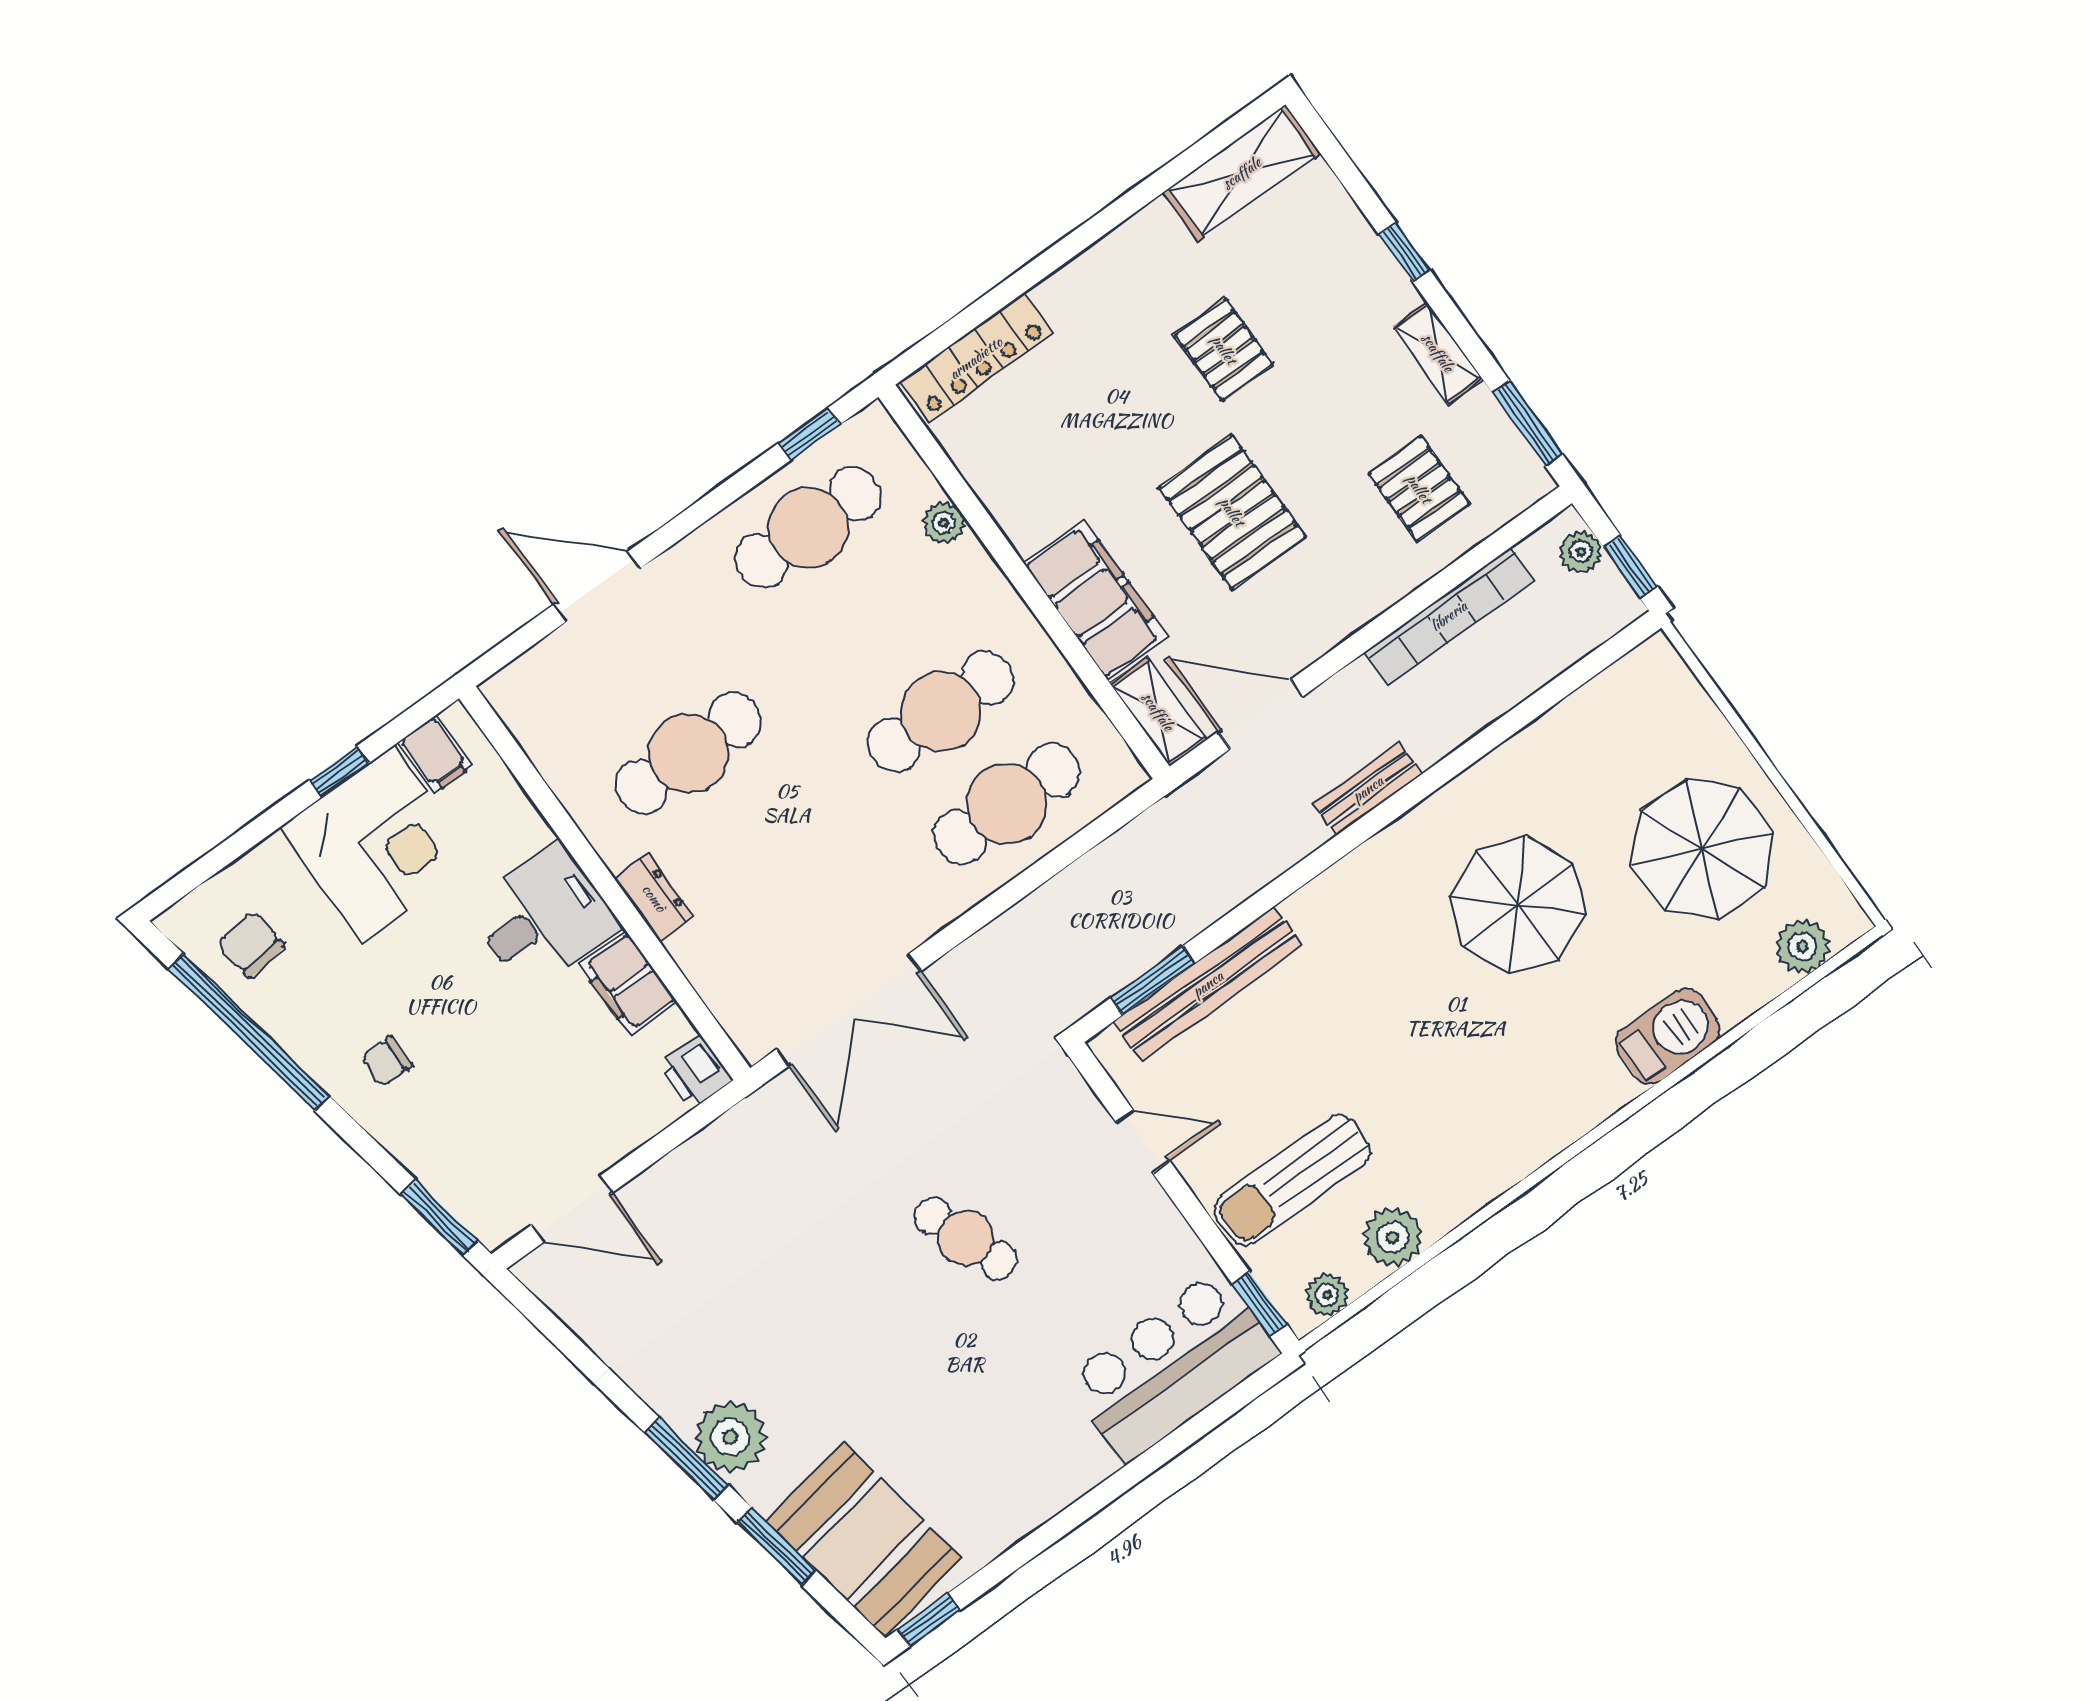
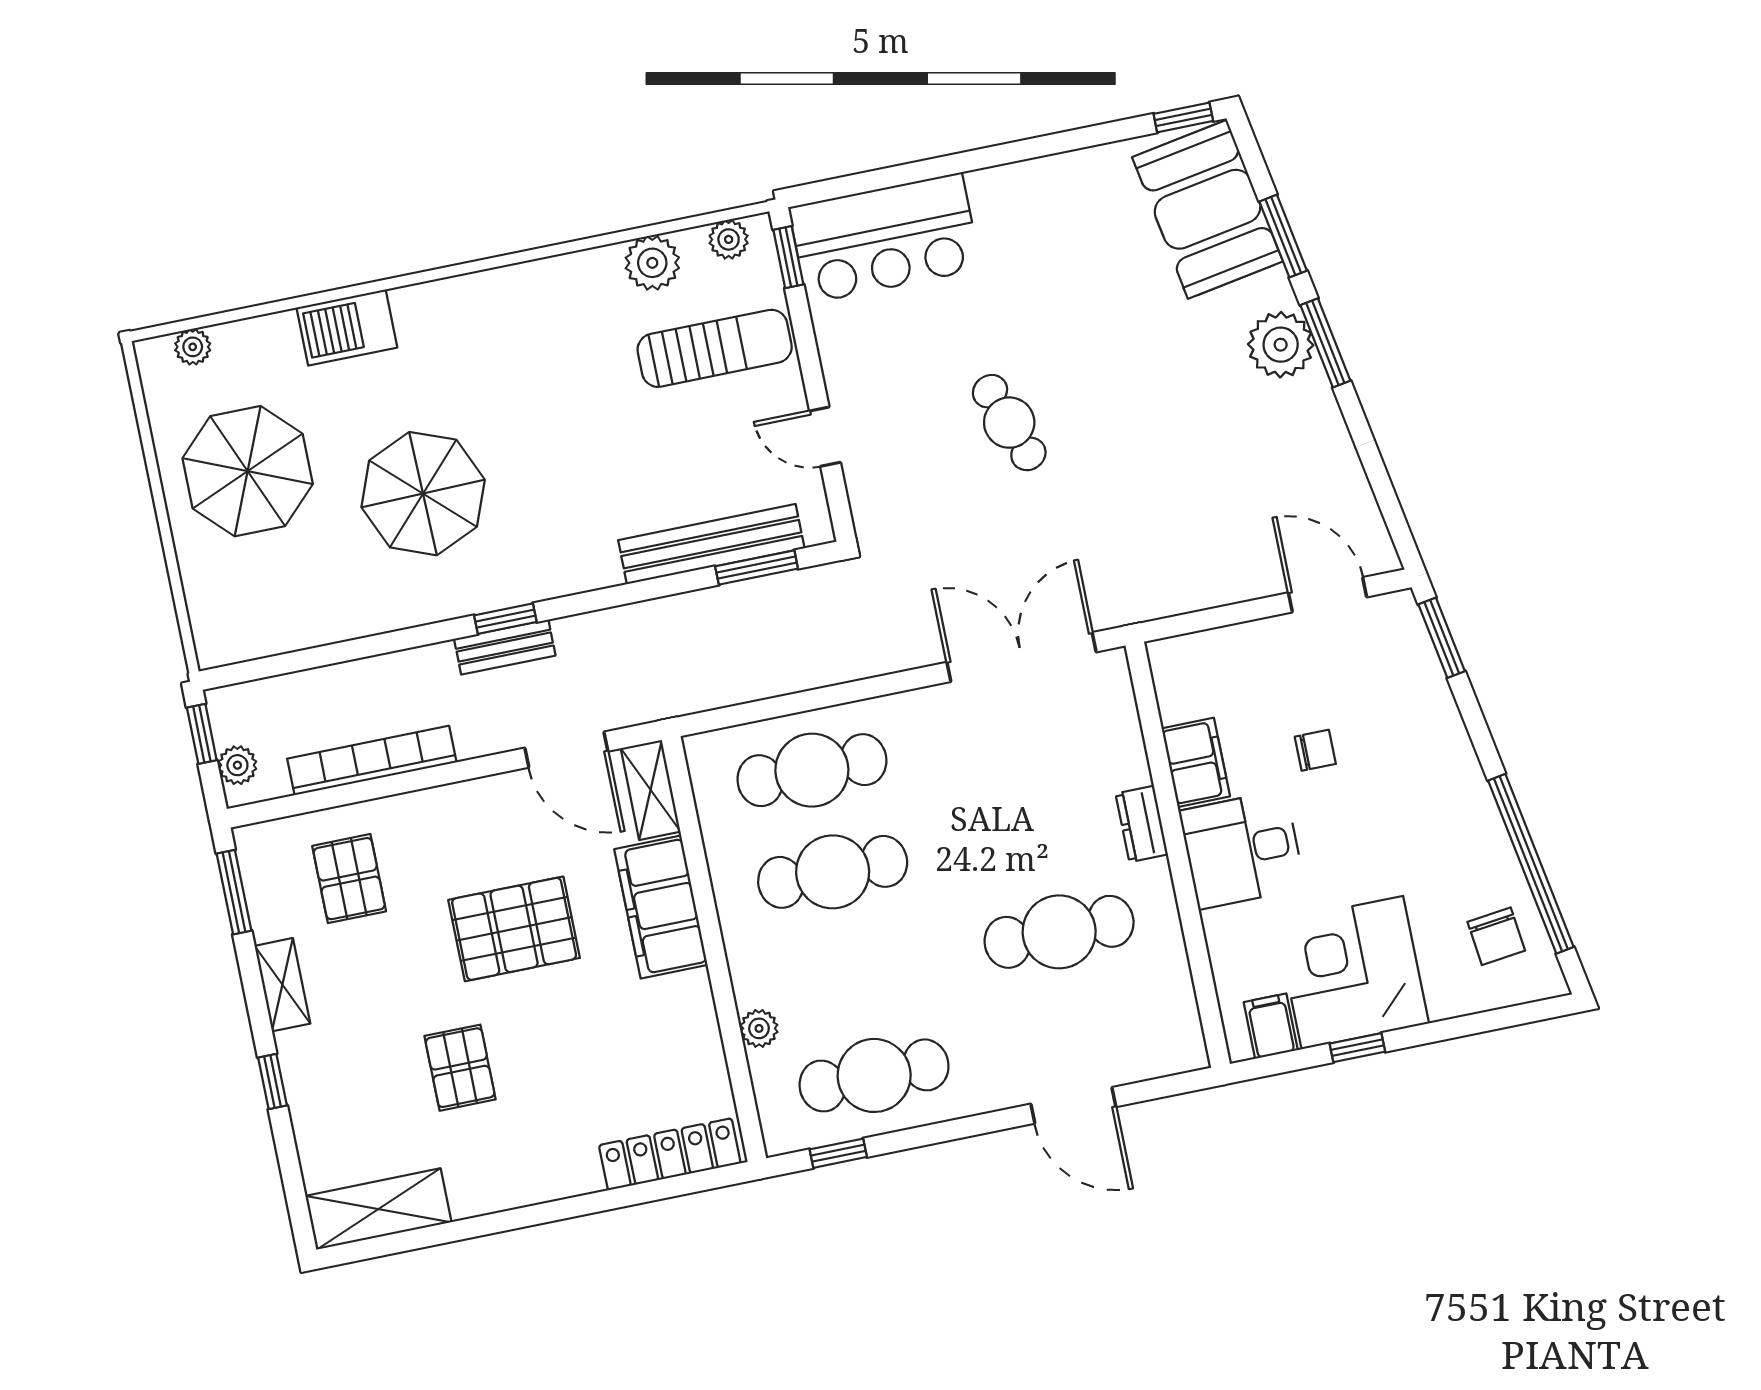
pallet: (1232, 512) -> (514, 929), turned 90
window: (1380, 817) -> (505, 619), added
plant: (1802, 946) -> (193, 347), width x0.73, depth x0.73
chair: (386, 1061) -> (1315, 750), moved
printer: (696, 1072) -> (1172, 663), removed

